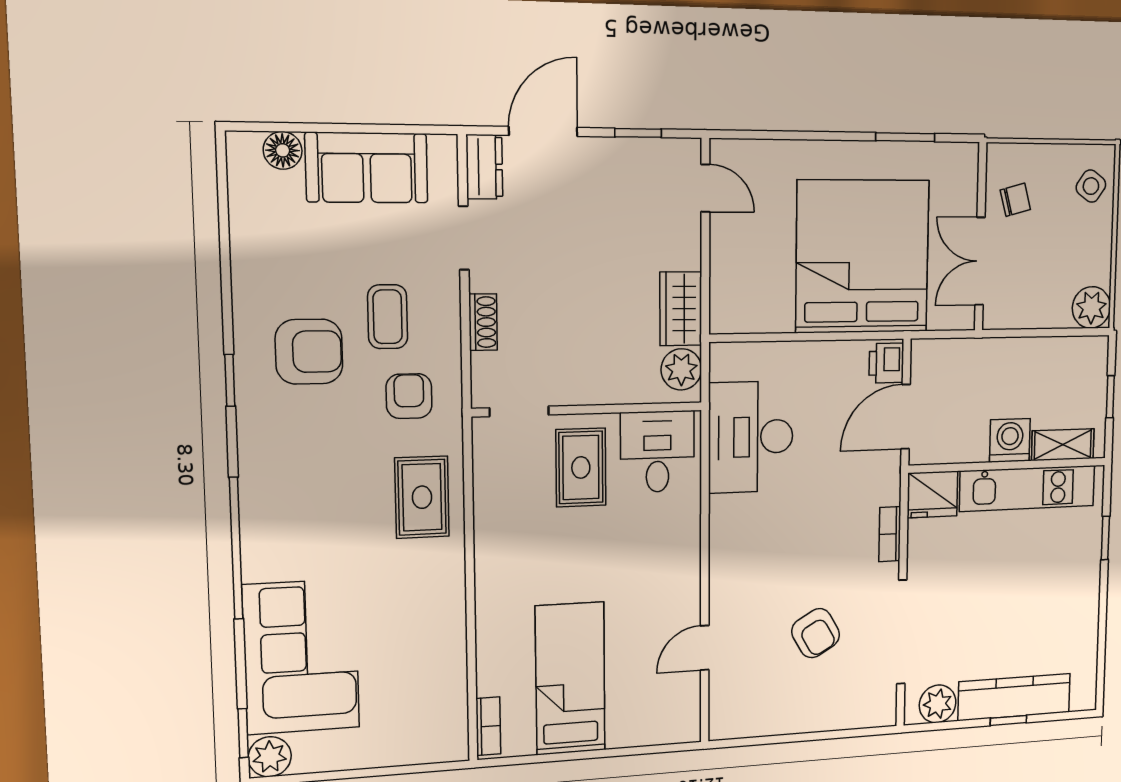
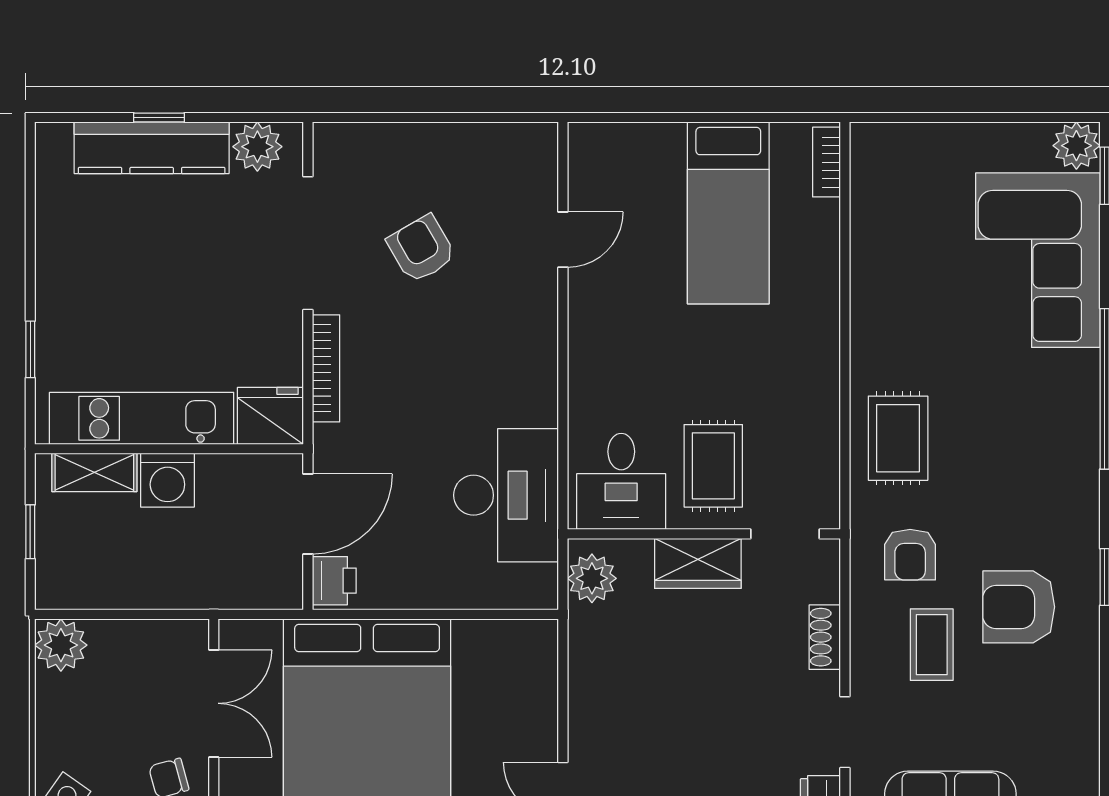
wardrobe: (681, 309) -> (698, 563), moved, turned 90
bookcase: (890, 534) -> (326, 368), width x1.56

